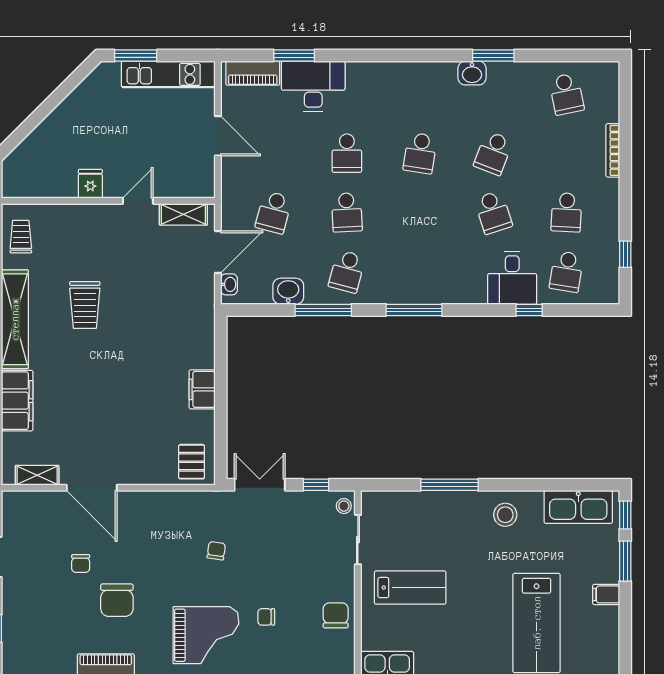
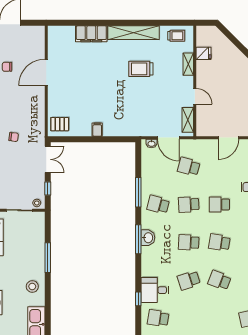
fridge: (90, 184) -> (204, 53), moved
school desk: (566, 212) -> (189, 242), moved
washbasin: (288, 291) -> (148, 238), moved
filing cabinet: (202, 389) -> (97, 130), width x0.50
shelving: (37, 475) -> (188, 64), moved

